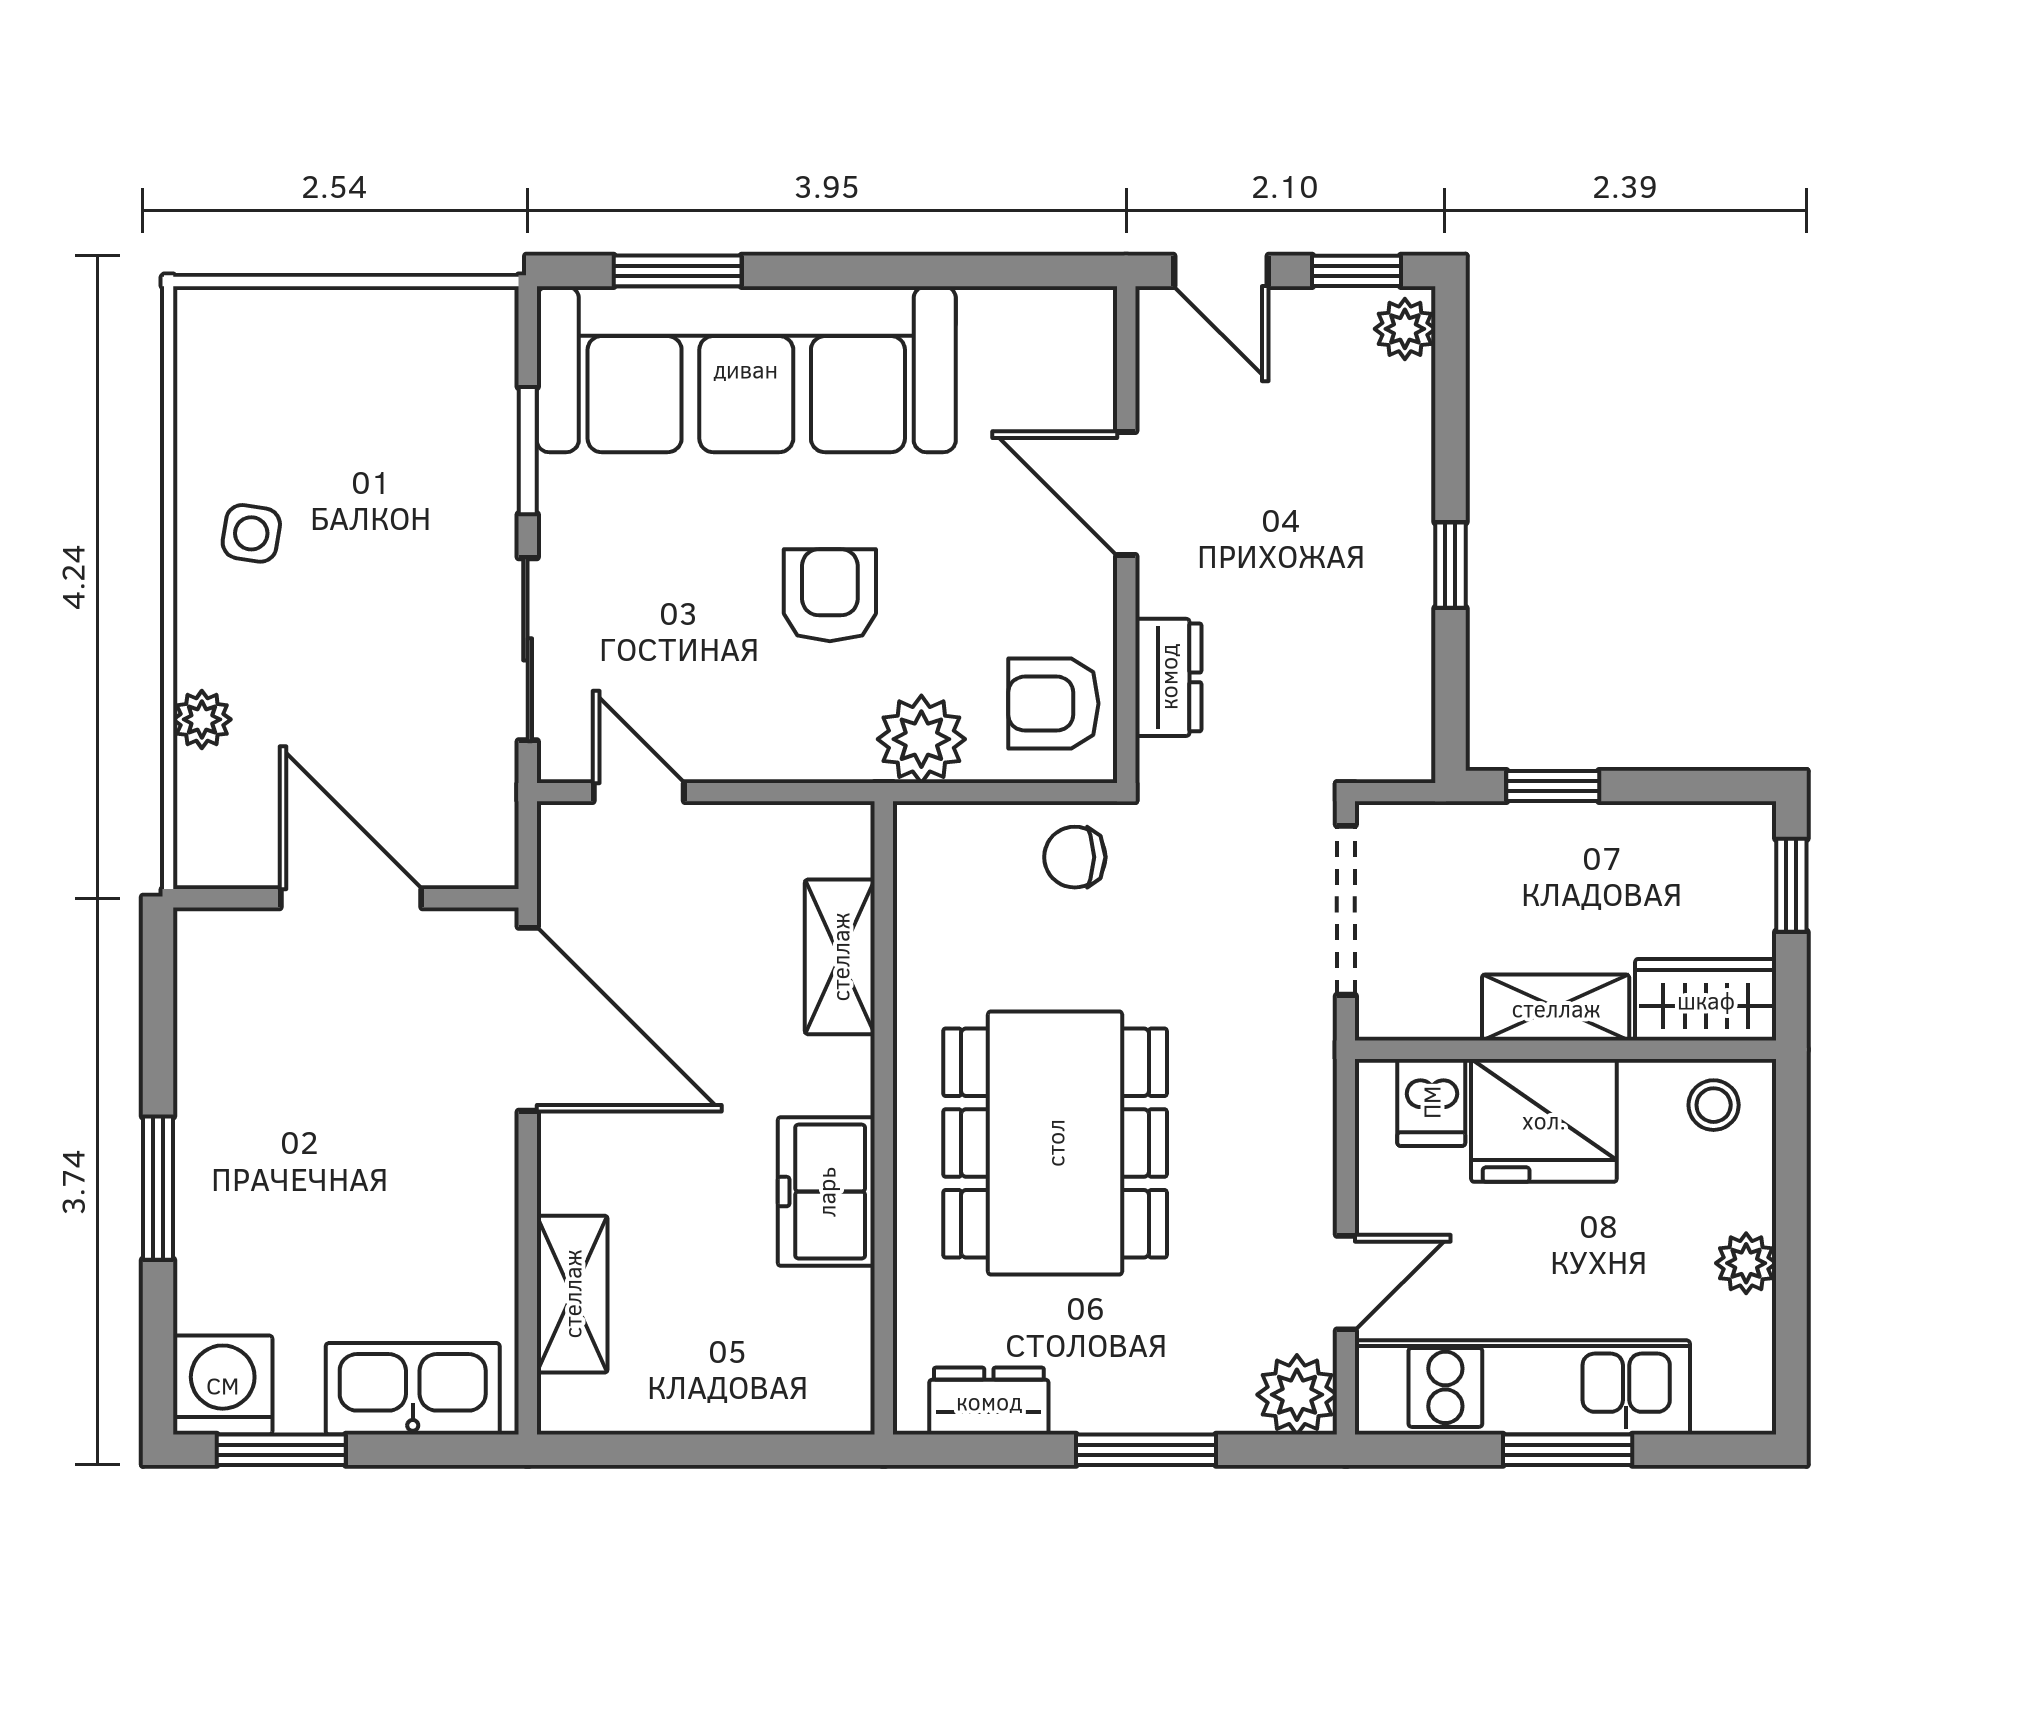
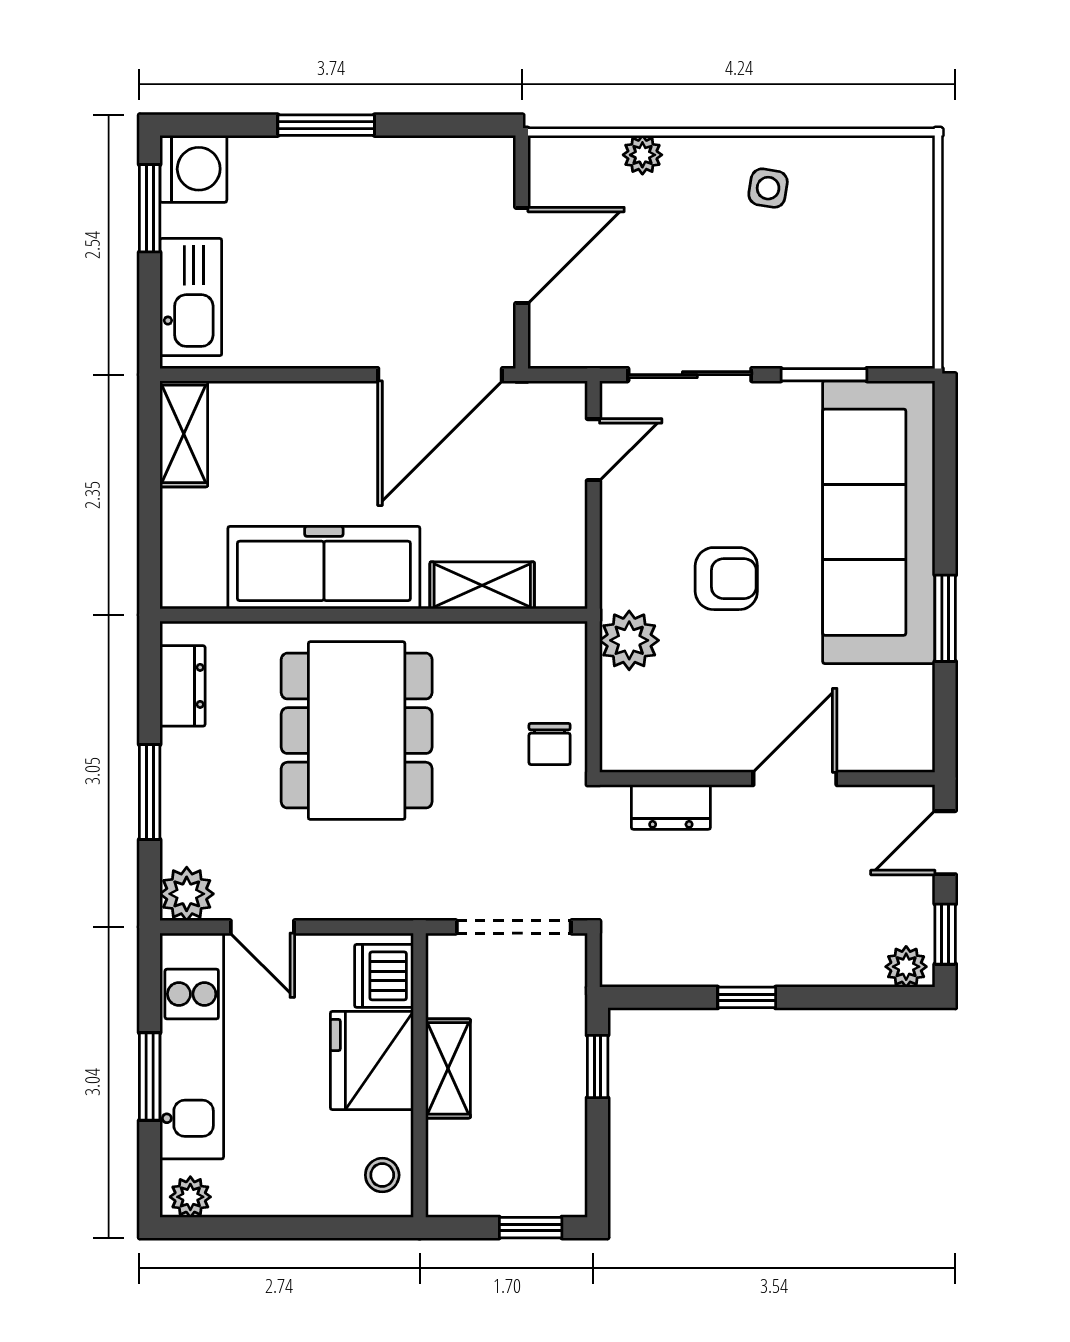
window: (678, 271) -> (945, 618), moved
armchair: (1053, 704) -> (653, 729), removed
chair: (1075, 857) -> (550, 744), turned 180
wardrobe: (1706, 1000) -> (453, 1170), removed
dishwasher: (1431, 1102) -> (384, 976), width x1.38
dining table: (1055, 1143) -> (357, 731), turned 90
freezer: (826, 1192) -> (324, 568), width x1.91, depth x1.26
plant: (1746, 1263) -> (190, 1197), moved
shelving: (572, 1294) -> (184, 434), moved, turned 90

